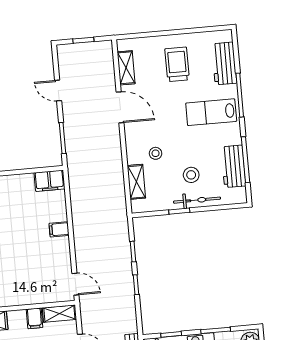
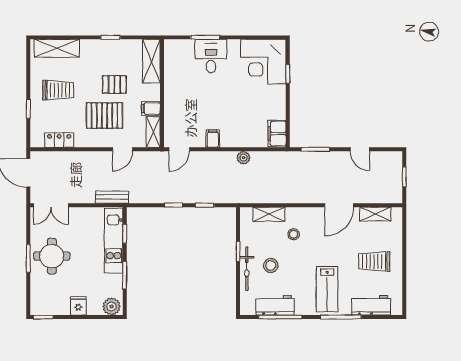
trolley: (177, 64) -> (374, 262), turned 180
door: (58, 91) -> (360, 149), swing flipped
lab bench: (211, 112) -> (327, 289), turned 180
plant: (78, 214) -> (244, 158), added
filing cabinet: (59, 229) -> (213, 139), moved

